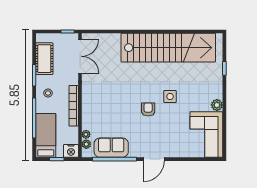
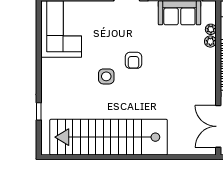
plant: (217, 105) -> (48, 66), removed
plant: (86, 144) -> (210, 41), moved

